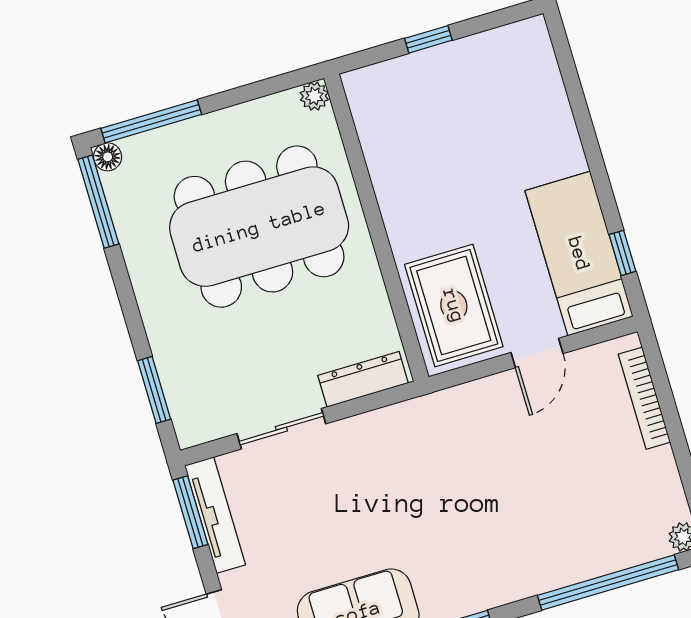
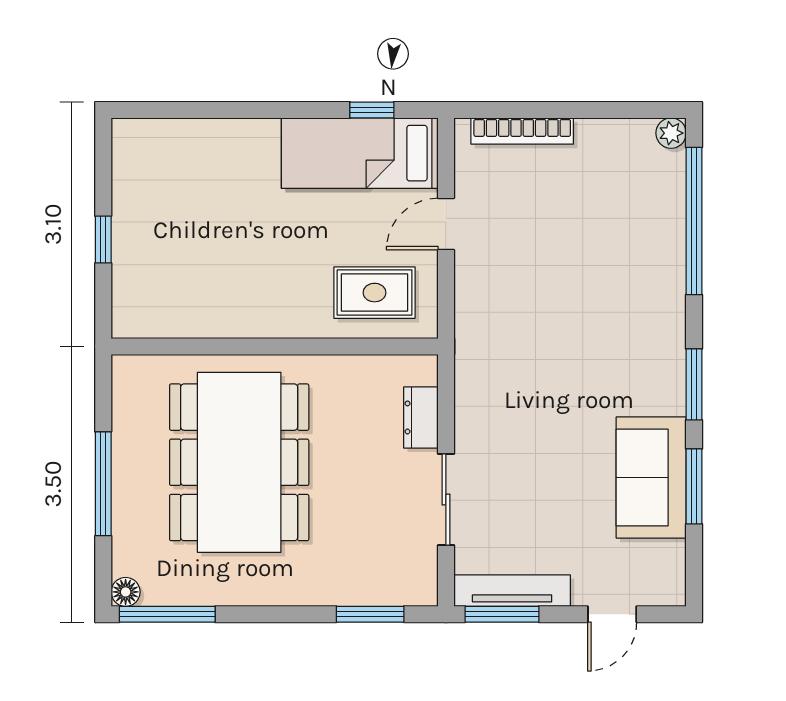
plant: (314, 96) -> (126, 369), removed
window: (151, 121) -> (103, 484), moved
rug: (454, 306) -> (375, 293), width x0.73, depth x0.70
door: (537, 353) -> (446, 224), swing flipped
dresser: (363, 379) -> (421, 417), width x0.70

